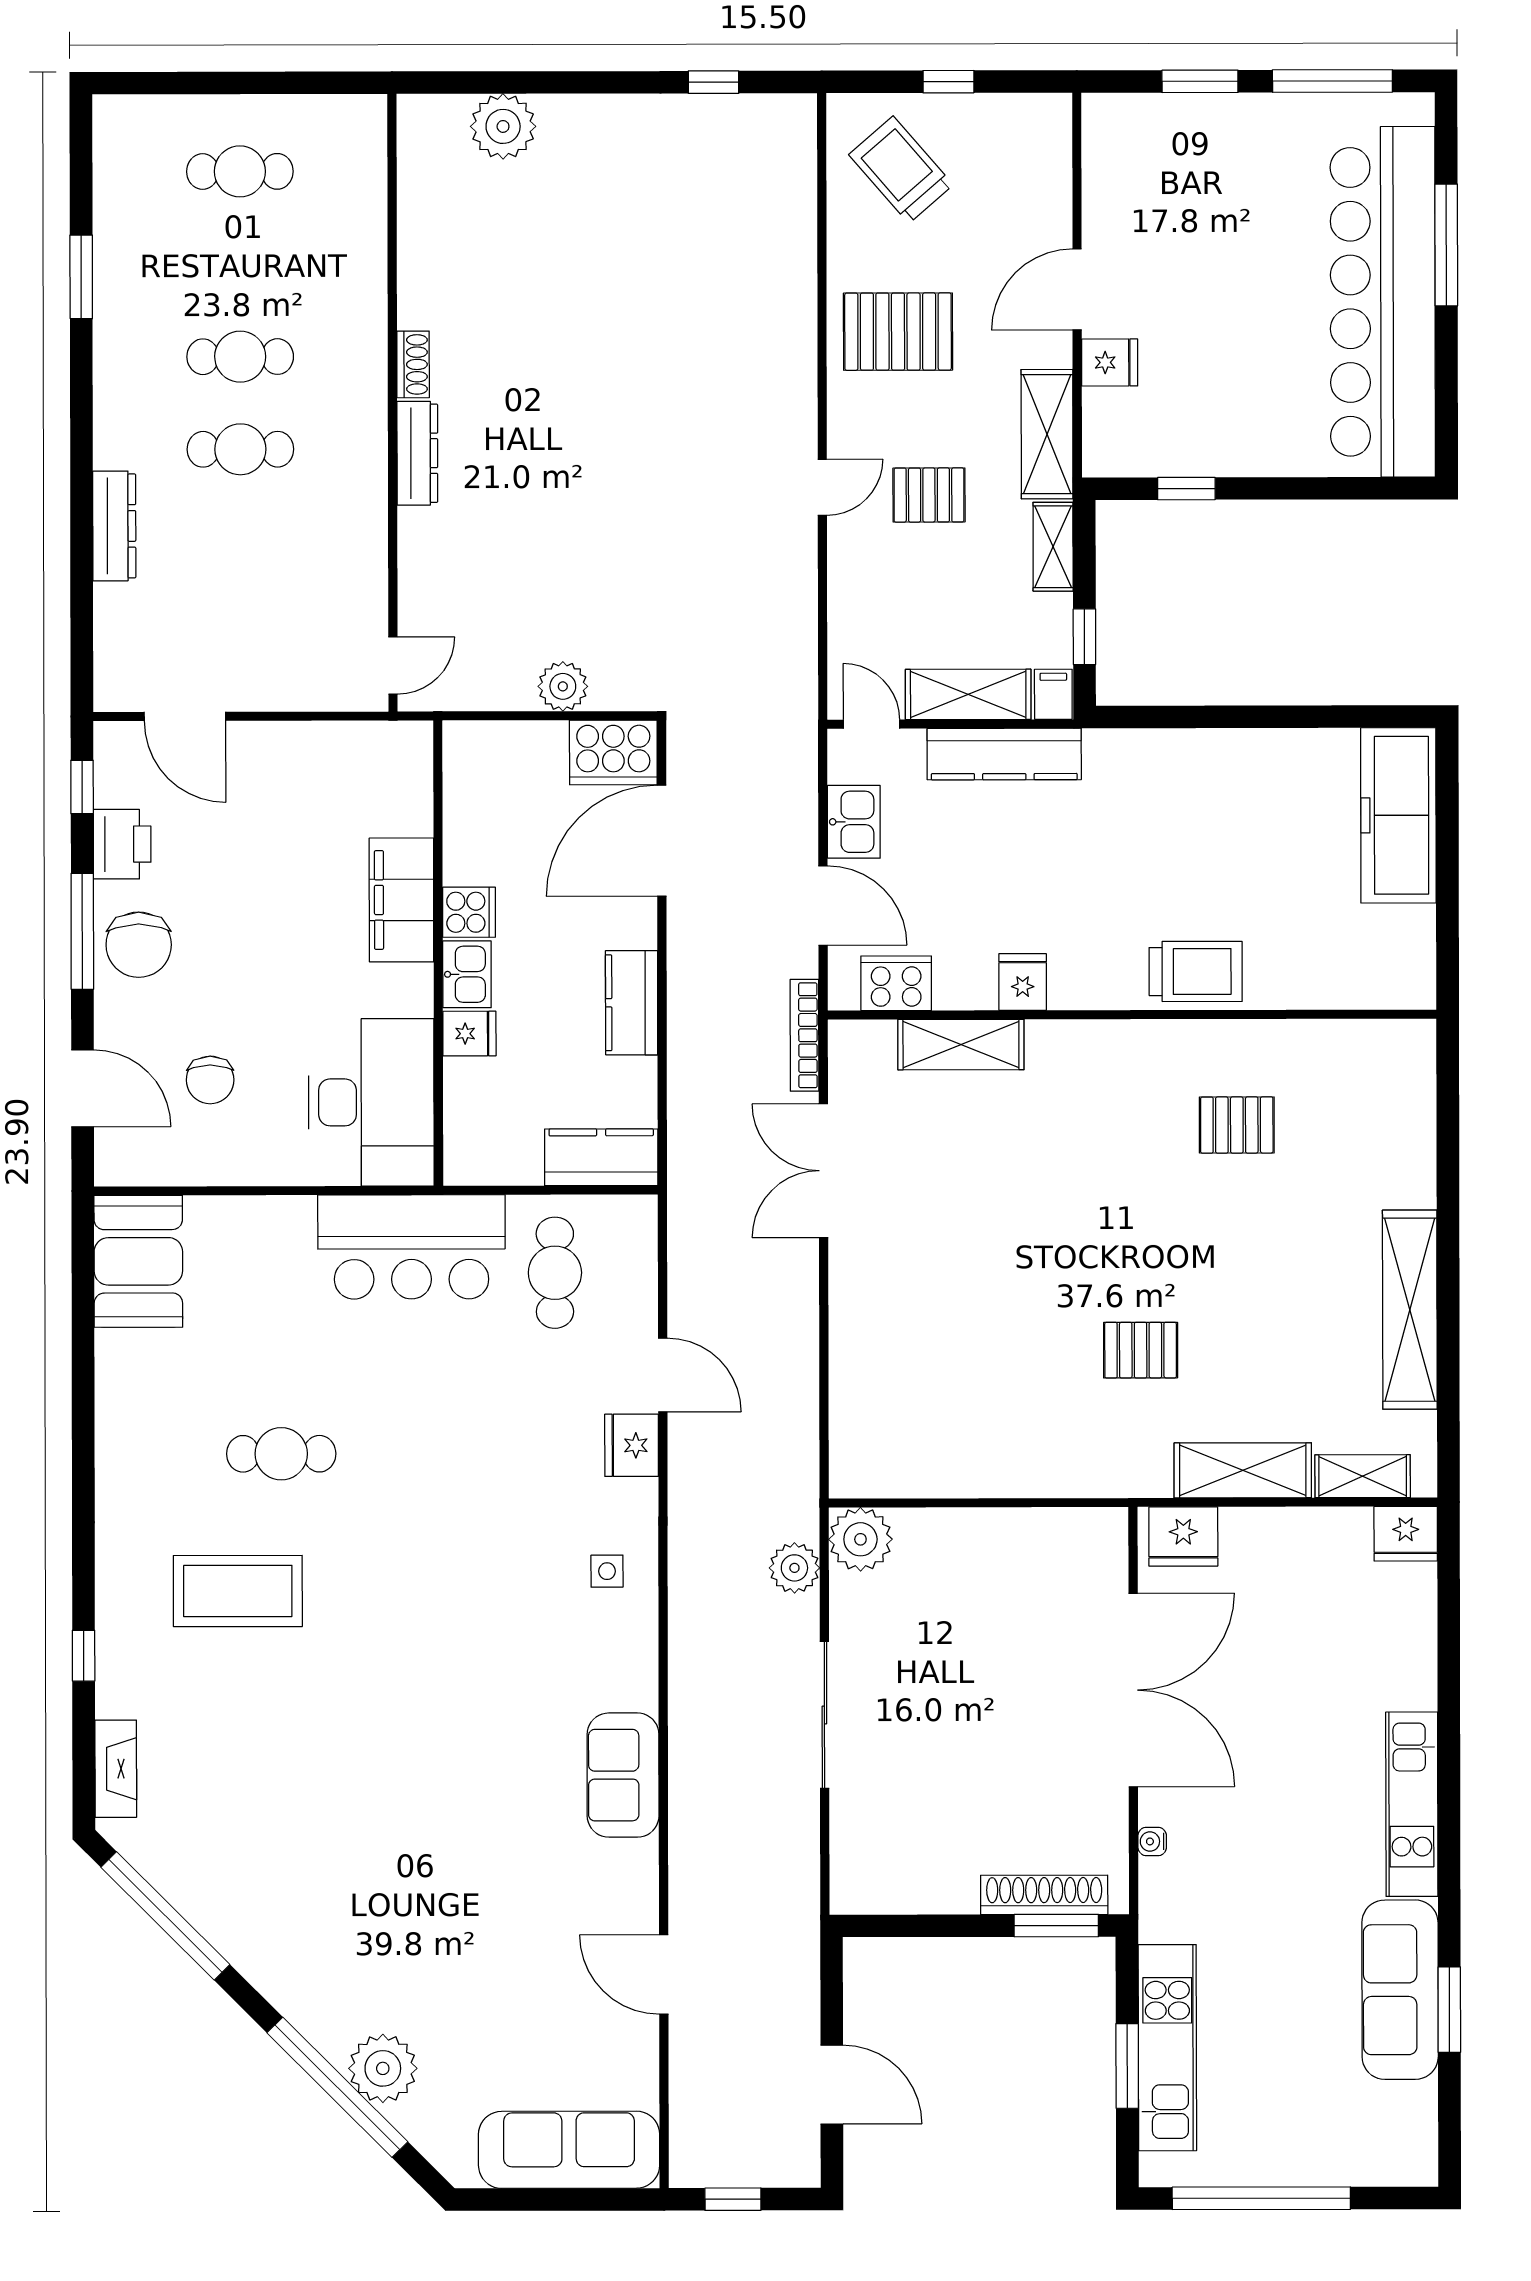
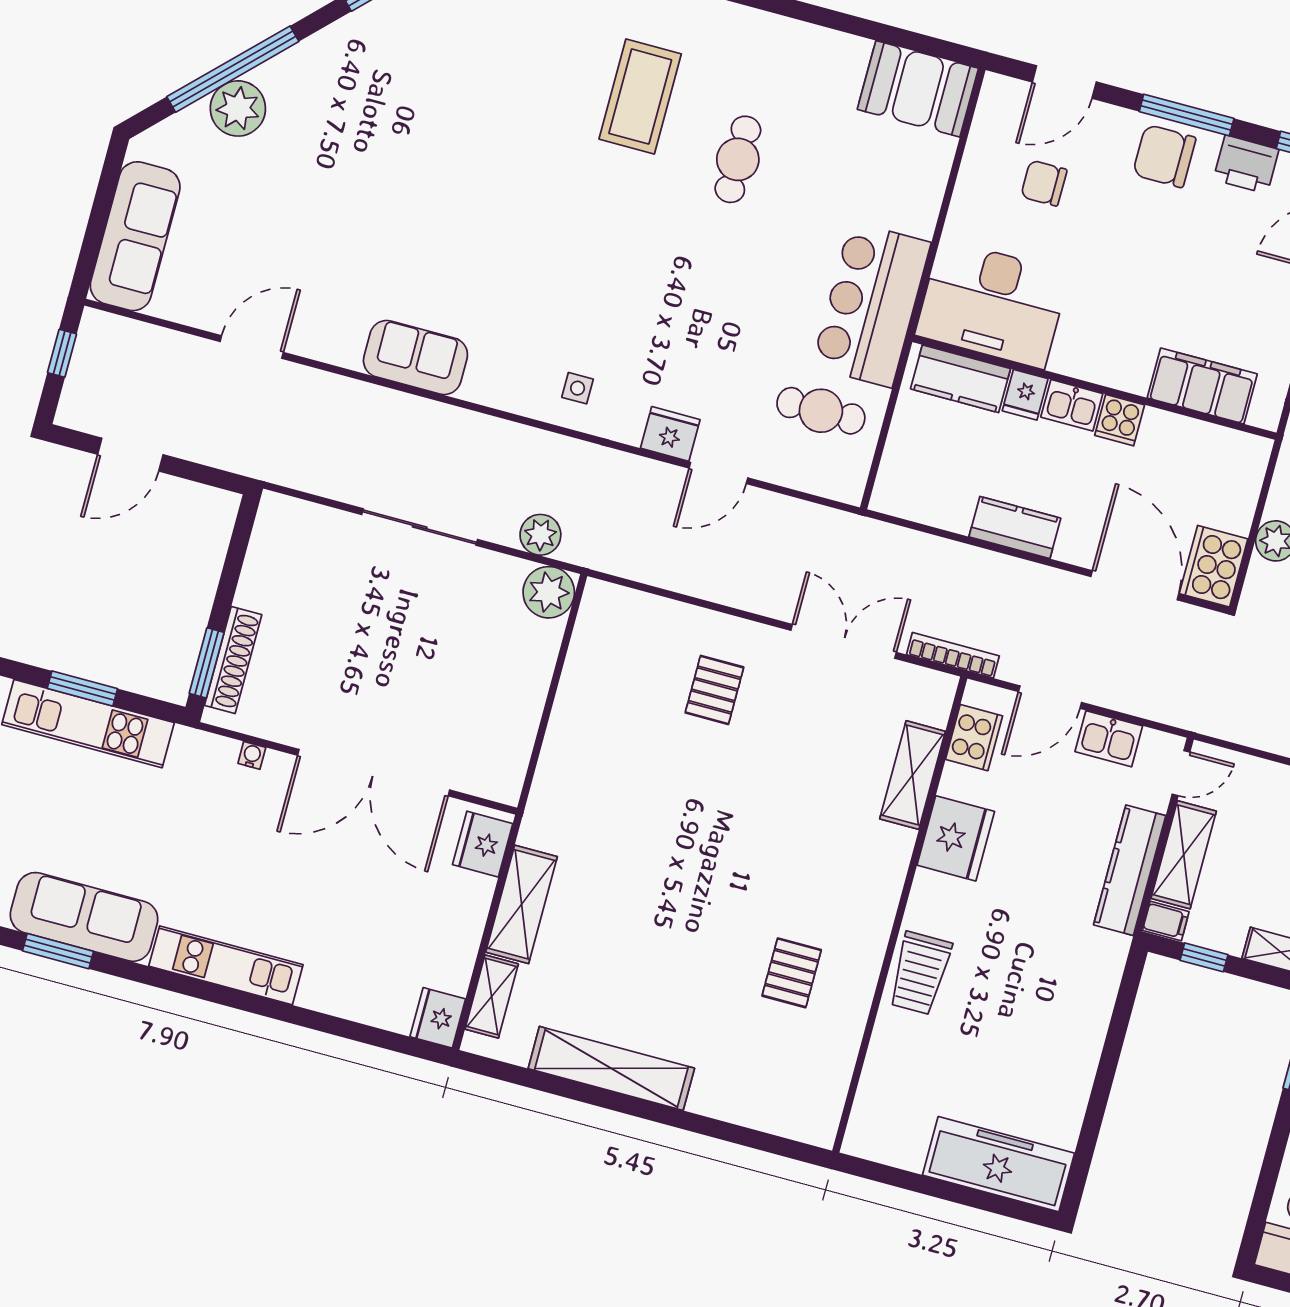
filing cabinet: (401, 900) -> (1202, 386), moved
fridge: (1023, 982) -> (956, 838), width x1.88, depth x1.34
kitchen counter: (601, 1157) -> (961, 379), moved, turned 90
pallet: (1141, 1350) -> (714, 690), moved

